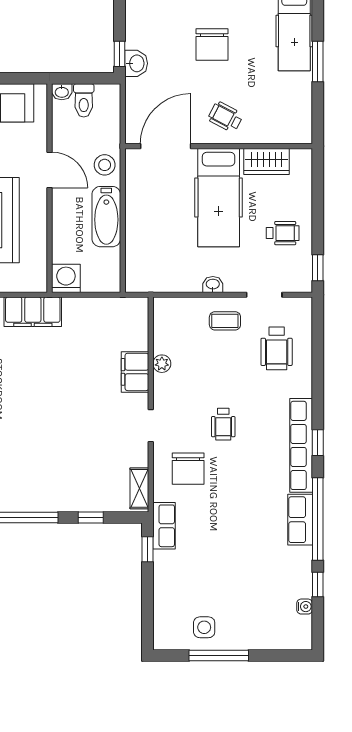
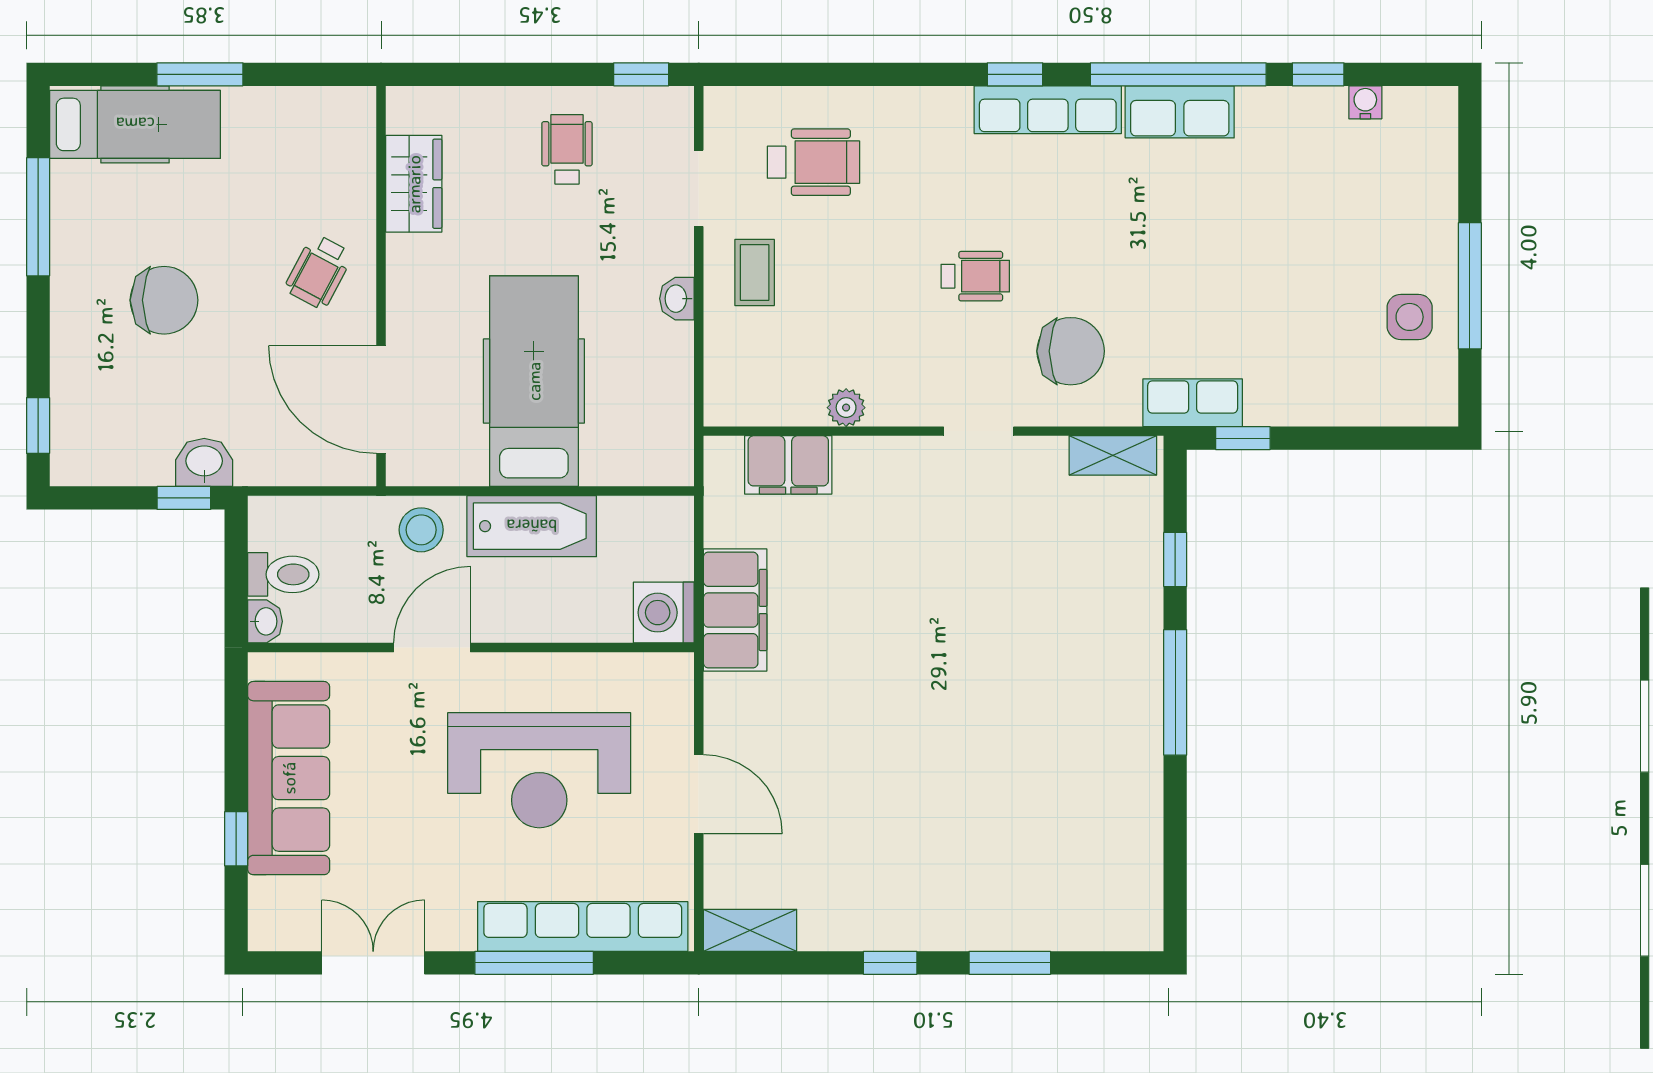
hospital bed: (219, 198) -> (534, 381), moved, turned -90
filing cabinet: (33, 312) -> (735, 610), moved
filing cabinet: (135, 372) -> (788, 465), moved
row of seats: (301, 445) -> (1048, 110), width x0.73

